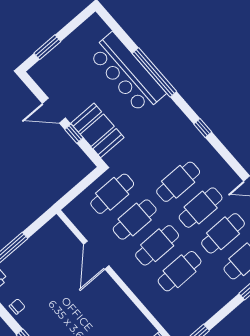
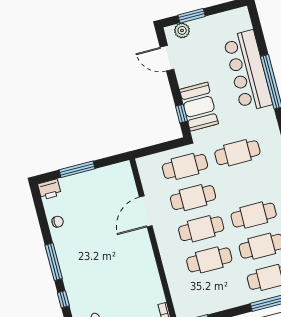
plant: (45, 66) -> (182, 30), added
door: (54, 111) -> (167, 58), moved
window: (74, 134) -> (181, 114), moved
cafe table: (178, 182) -> (237, 153), moved

